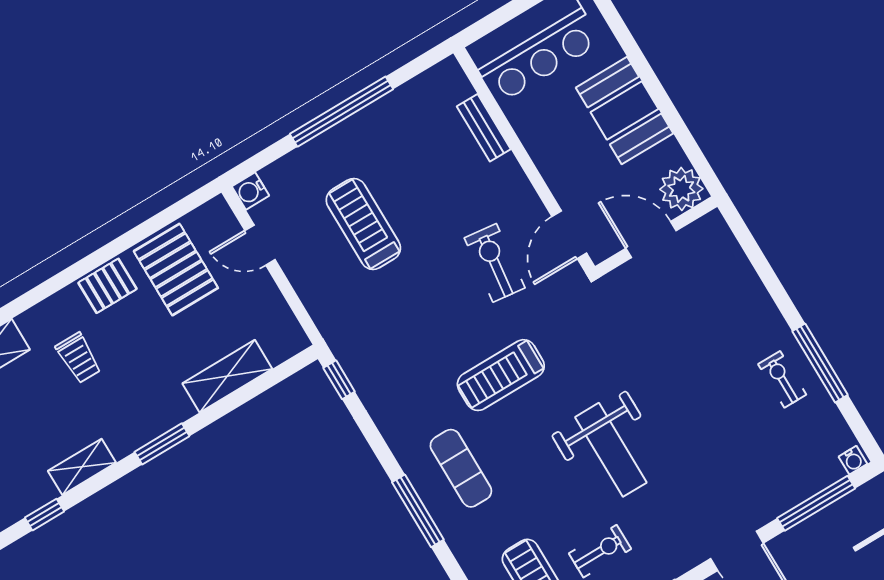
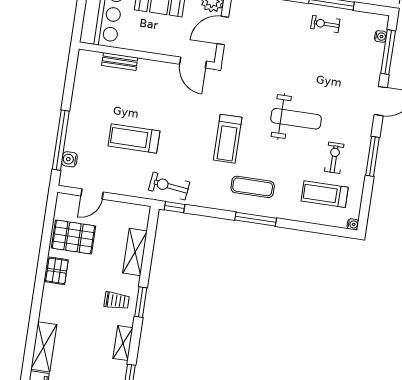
window: (342, 112) -> (61, 140), moved
water cooler: (250, 191) -> (69, 159), moved, turned 90
treadmill: (363, 224) -> (134, 138), moved
exercise bike: (495, 263) -> (169, 186), moved
trolley: (78, 358) -> (117, 301), moved
water cooler: (853, 460) -> (381, 36), moved

